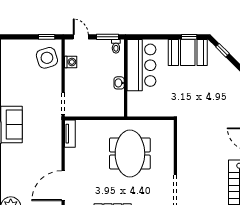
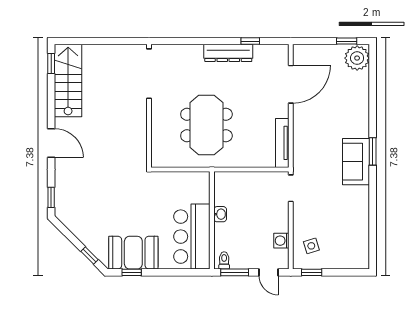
side table: (47, 58) -> (311, 246), width x0.54, depth x0.54
tv unit: (70, 134) -> (282, 143), width x1.41

